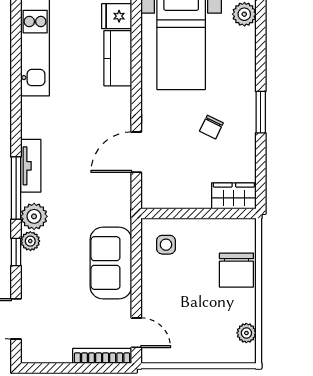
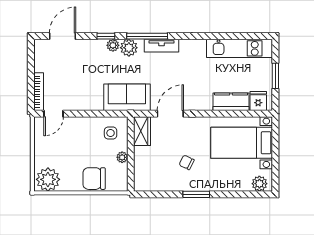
door: (136, 152) -> (170, 114), hinge flipped
wardrobe: (234, 196) -> (142, 131), moved
plant: (204, 227) -> (122, 157), added
sofa: (111, 263) -> (127, 97), moved
plant: (246, 333) -> (48, 179), width x1.88, depth x1.88

